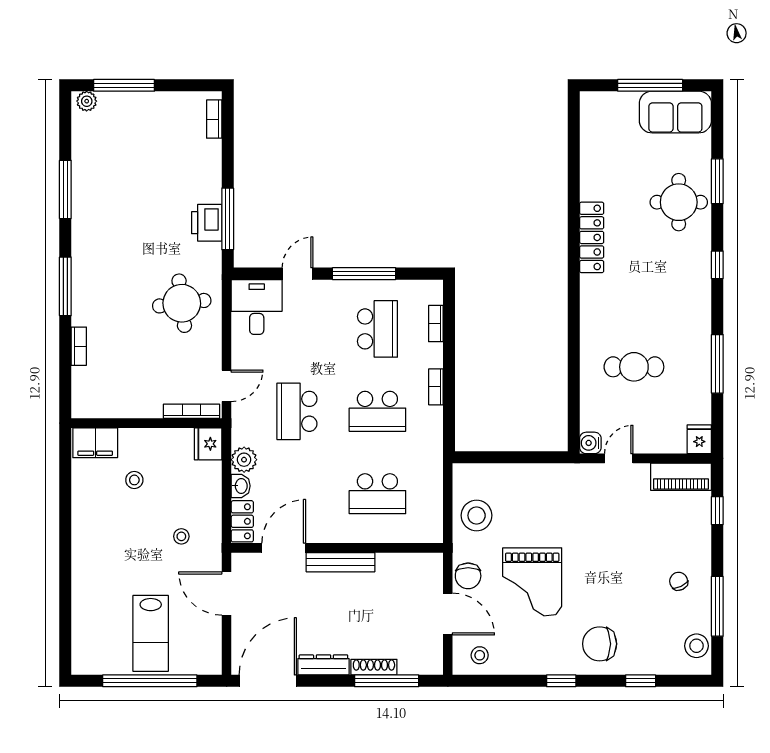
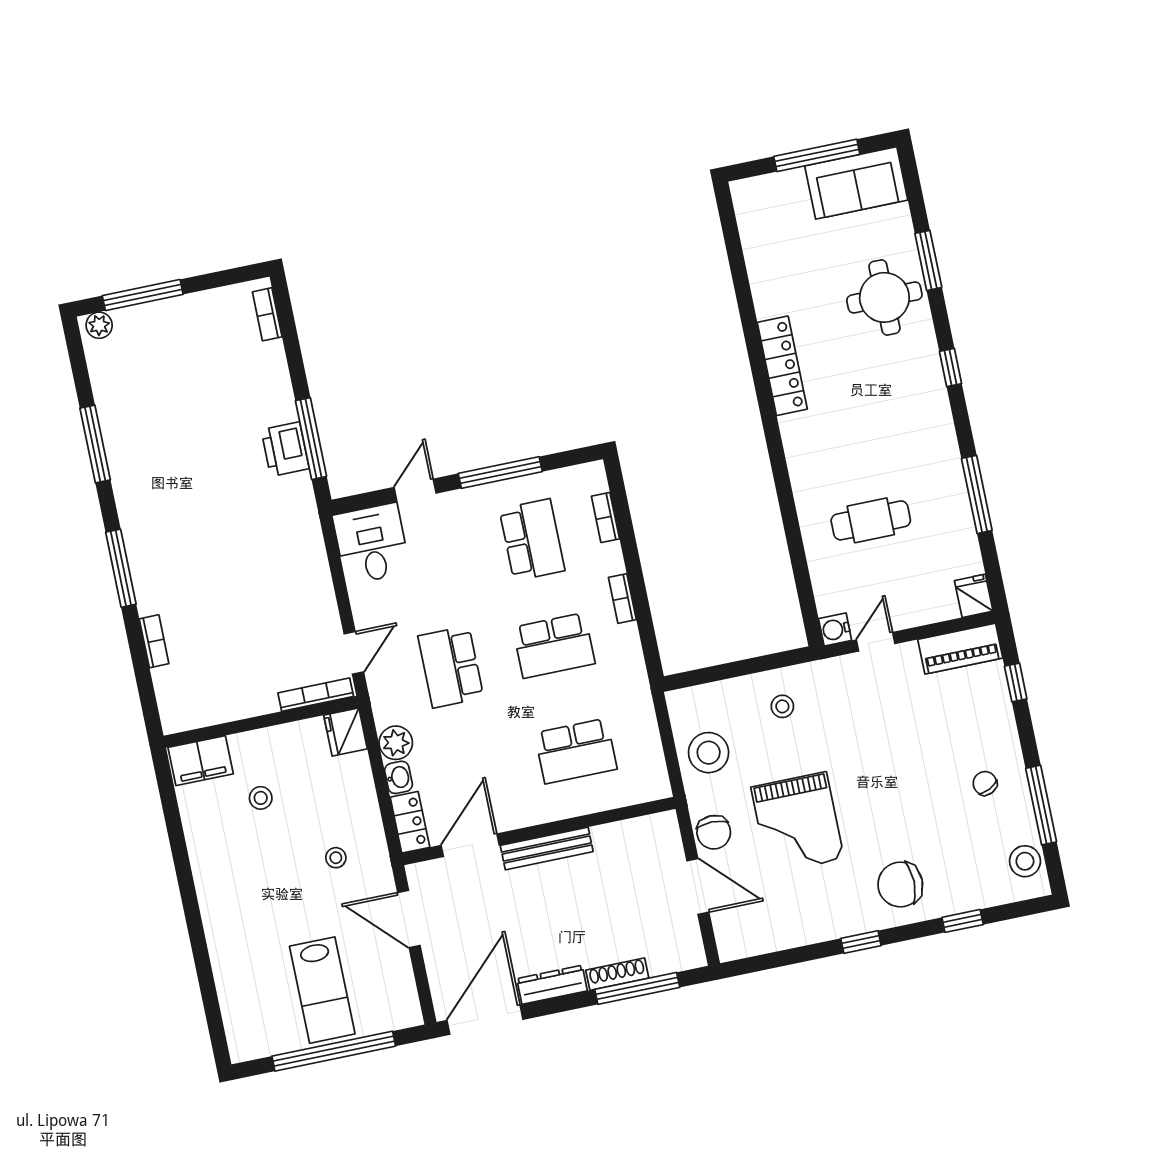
round table: (182, 303) -> (274, 559), removed
stool: (480, 655) -> (782, 706), moved

